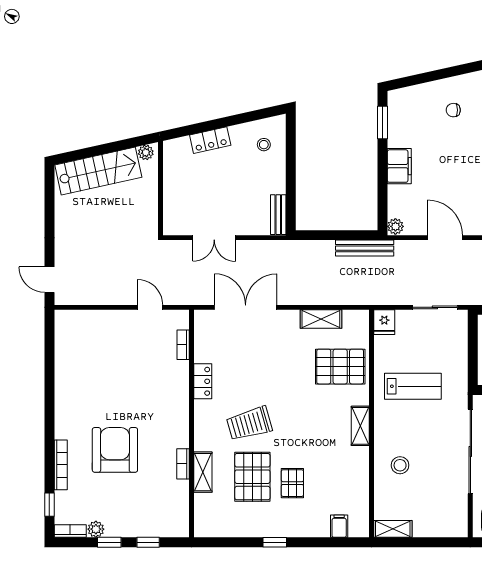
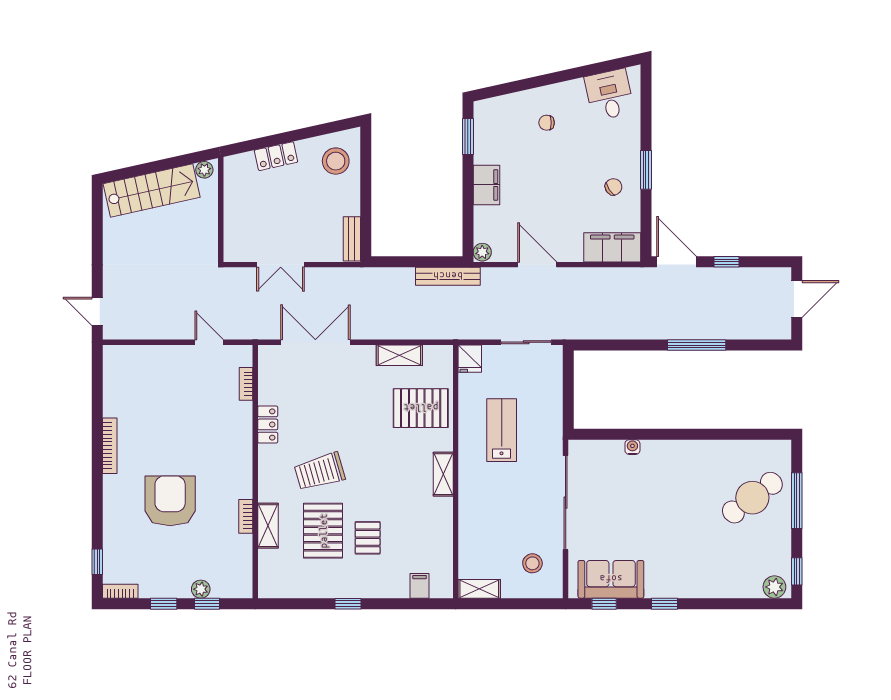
stool: (264, 145) -> (336, 161), width x1.89, depth x1.89
lab bench: (413, 386) -> (502, 430), turned -90
bookcase: (61, 465) -> (110, 446), moved
stool: (400, 465) -> (532, 563), moved
plant: (96, 529) -> (201, 589), moved

